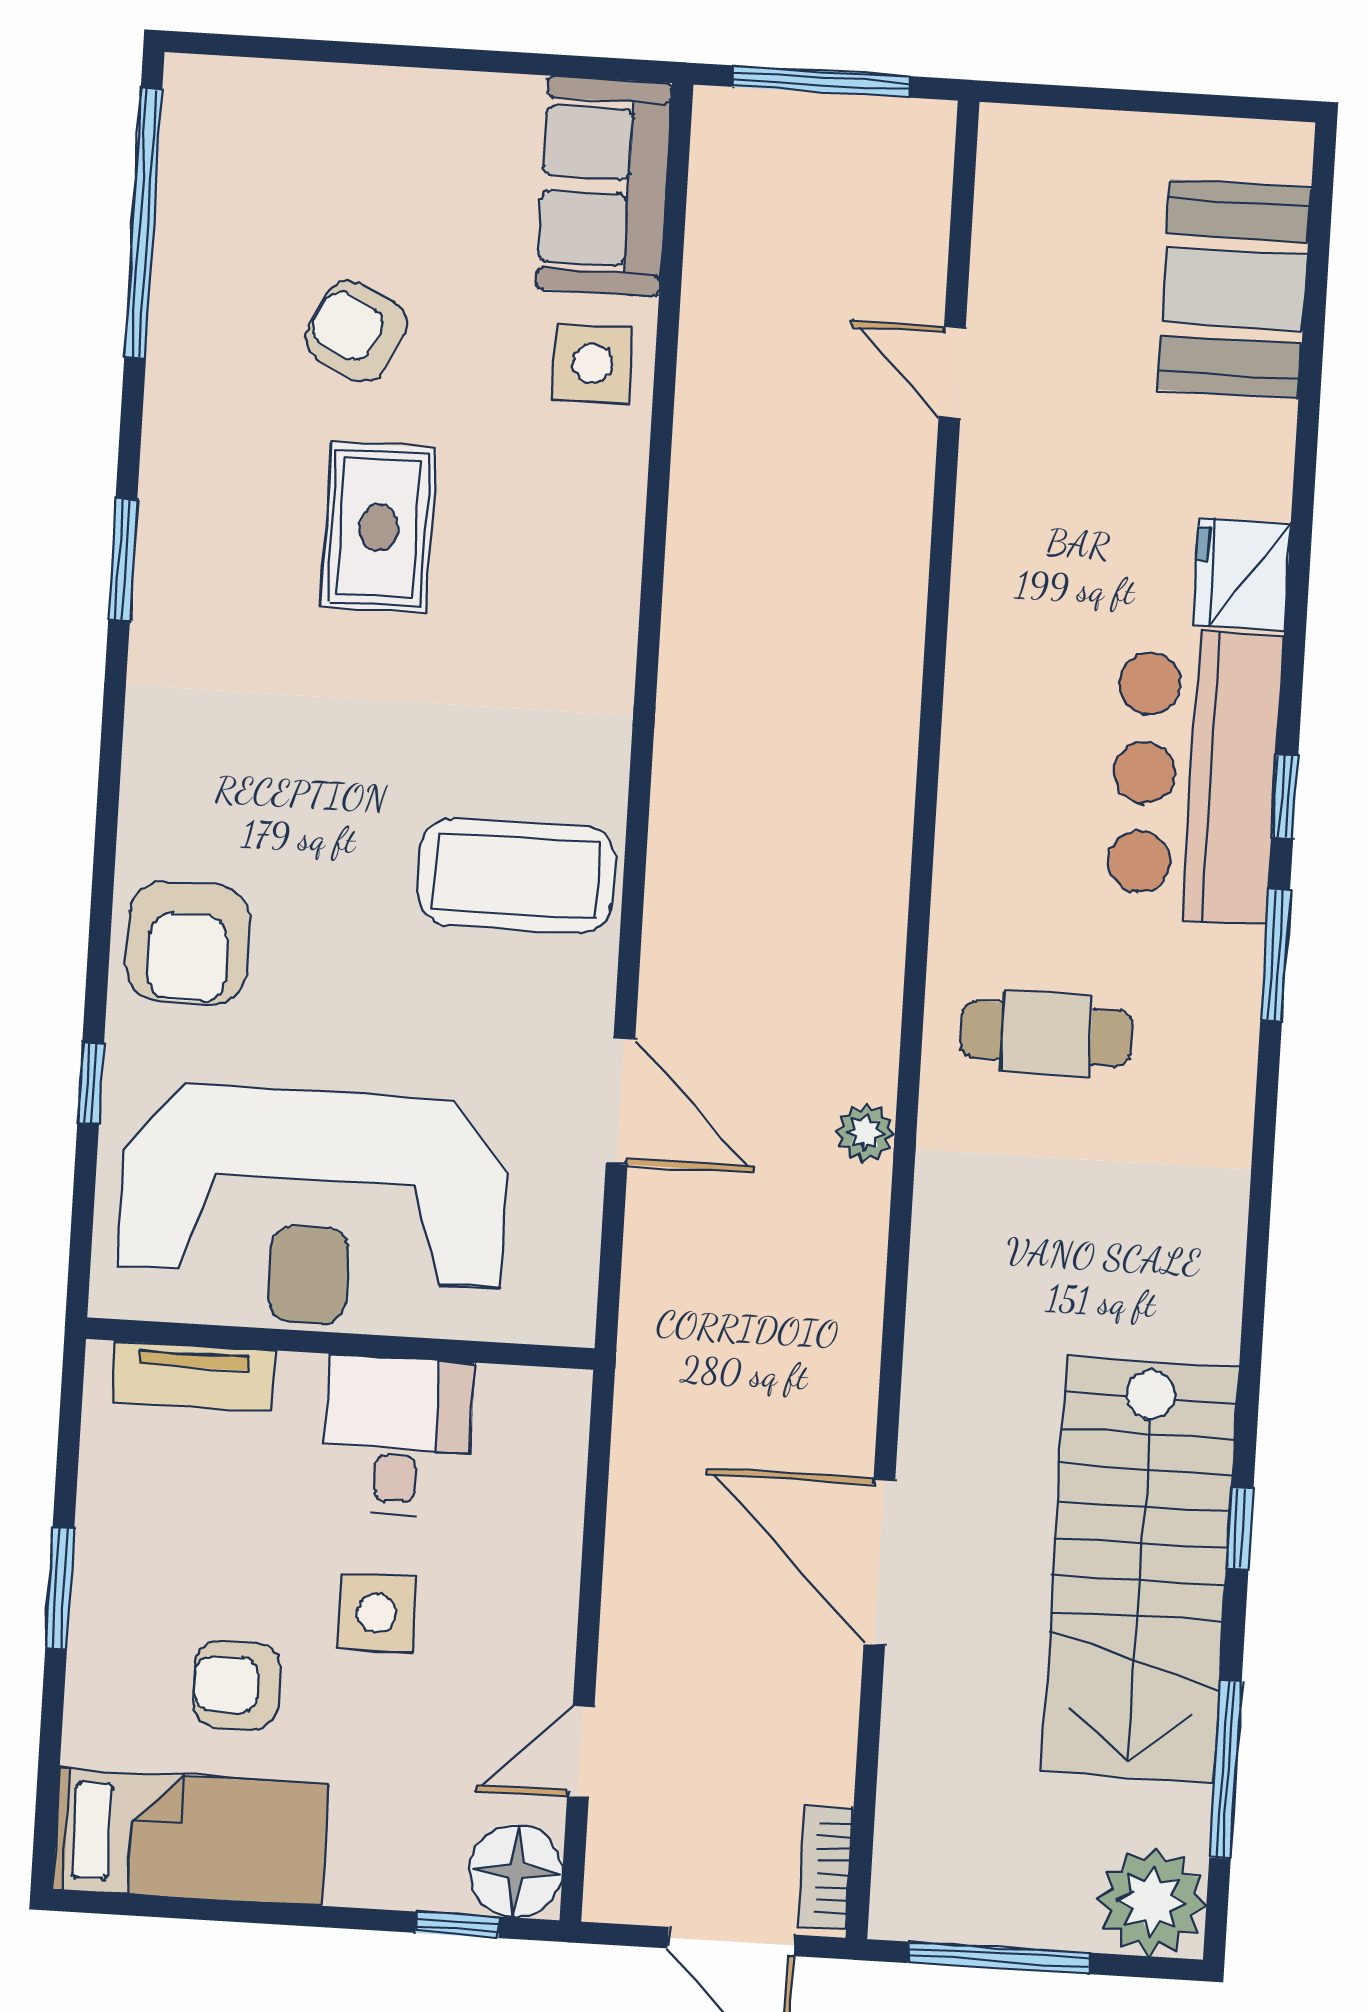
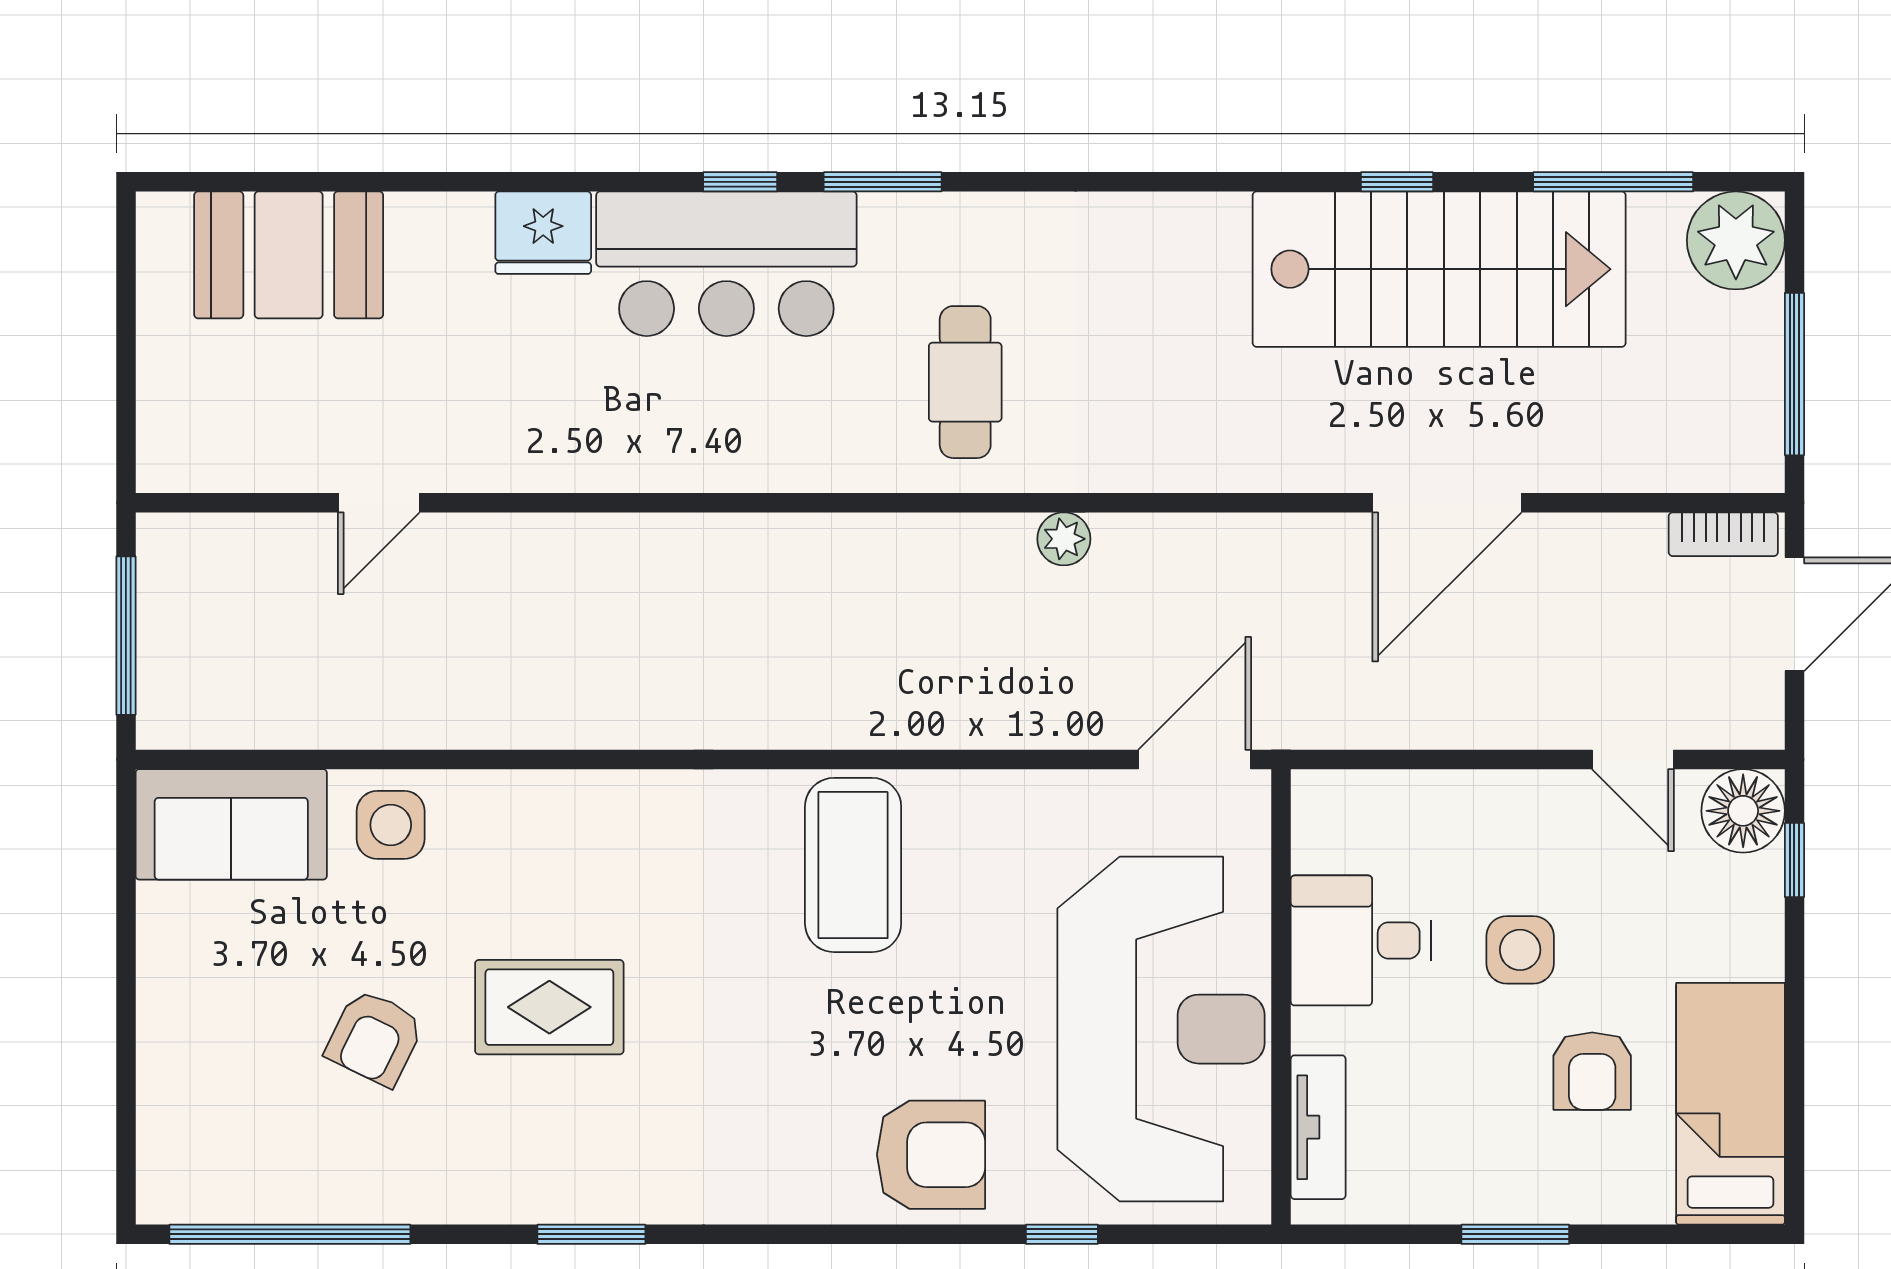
door: (621, 1101) -> (1195, 759), moved

